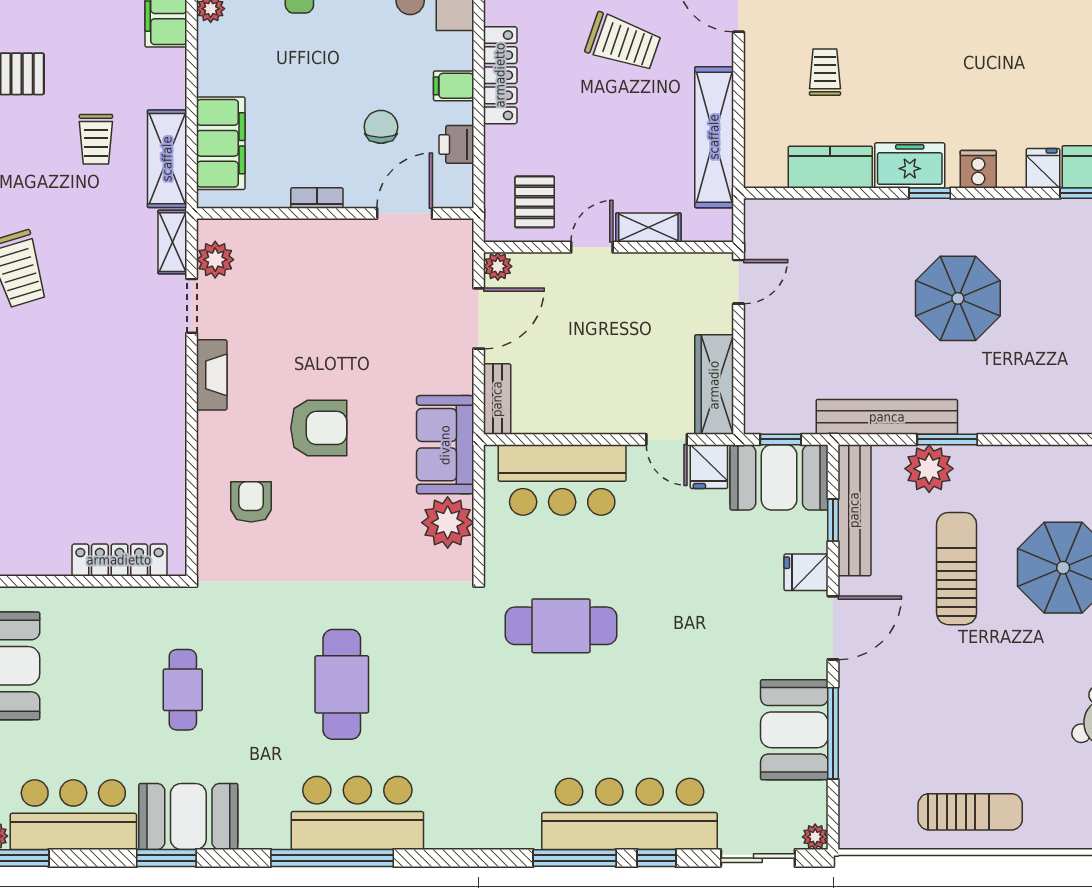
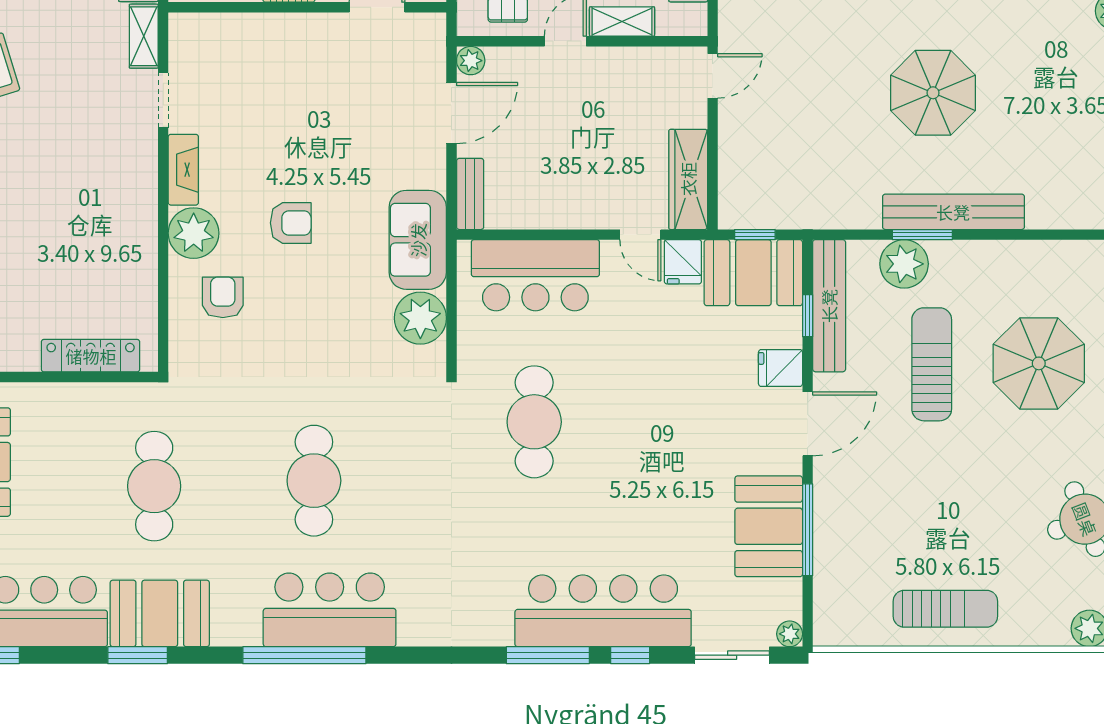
plant: (215, 260) -> (194, 233), moved, width x1.36, depth x1.36
bench: (887, 417) -> (953, 212), moved
armchair: (319, 428) -> (291, 223), width x0.72, depth x0.72
cafe table: (561, 626) -> (534, 422), turned 90
cafe table: (183, 690) -> (154, 486), width x1.37, depth x1.35

